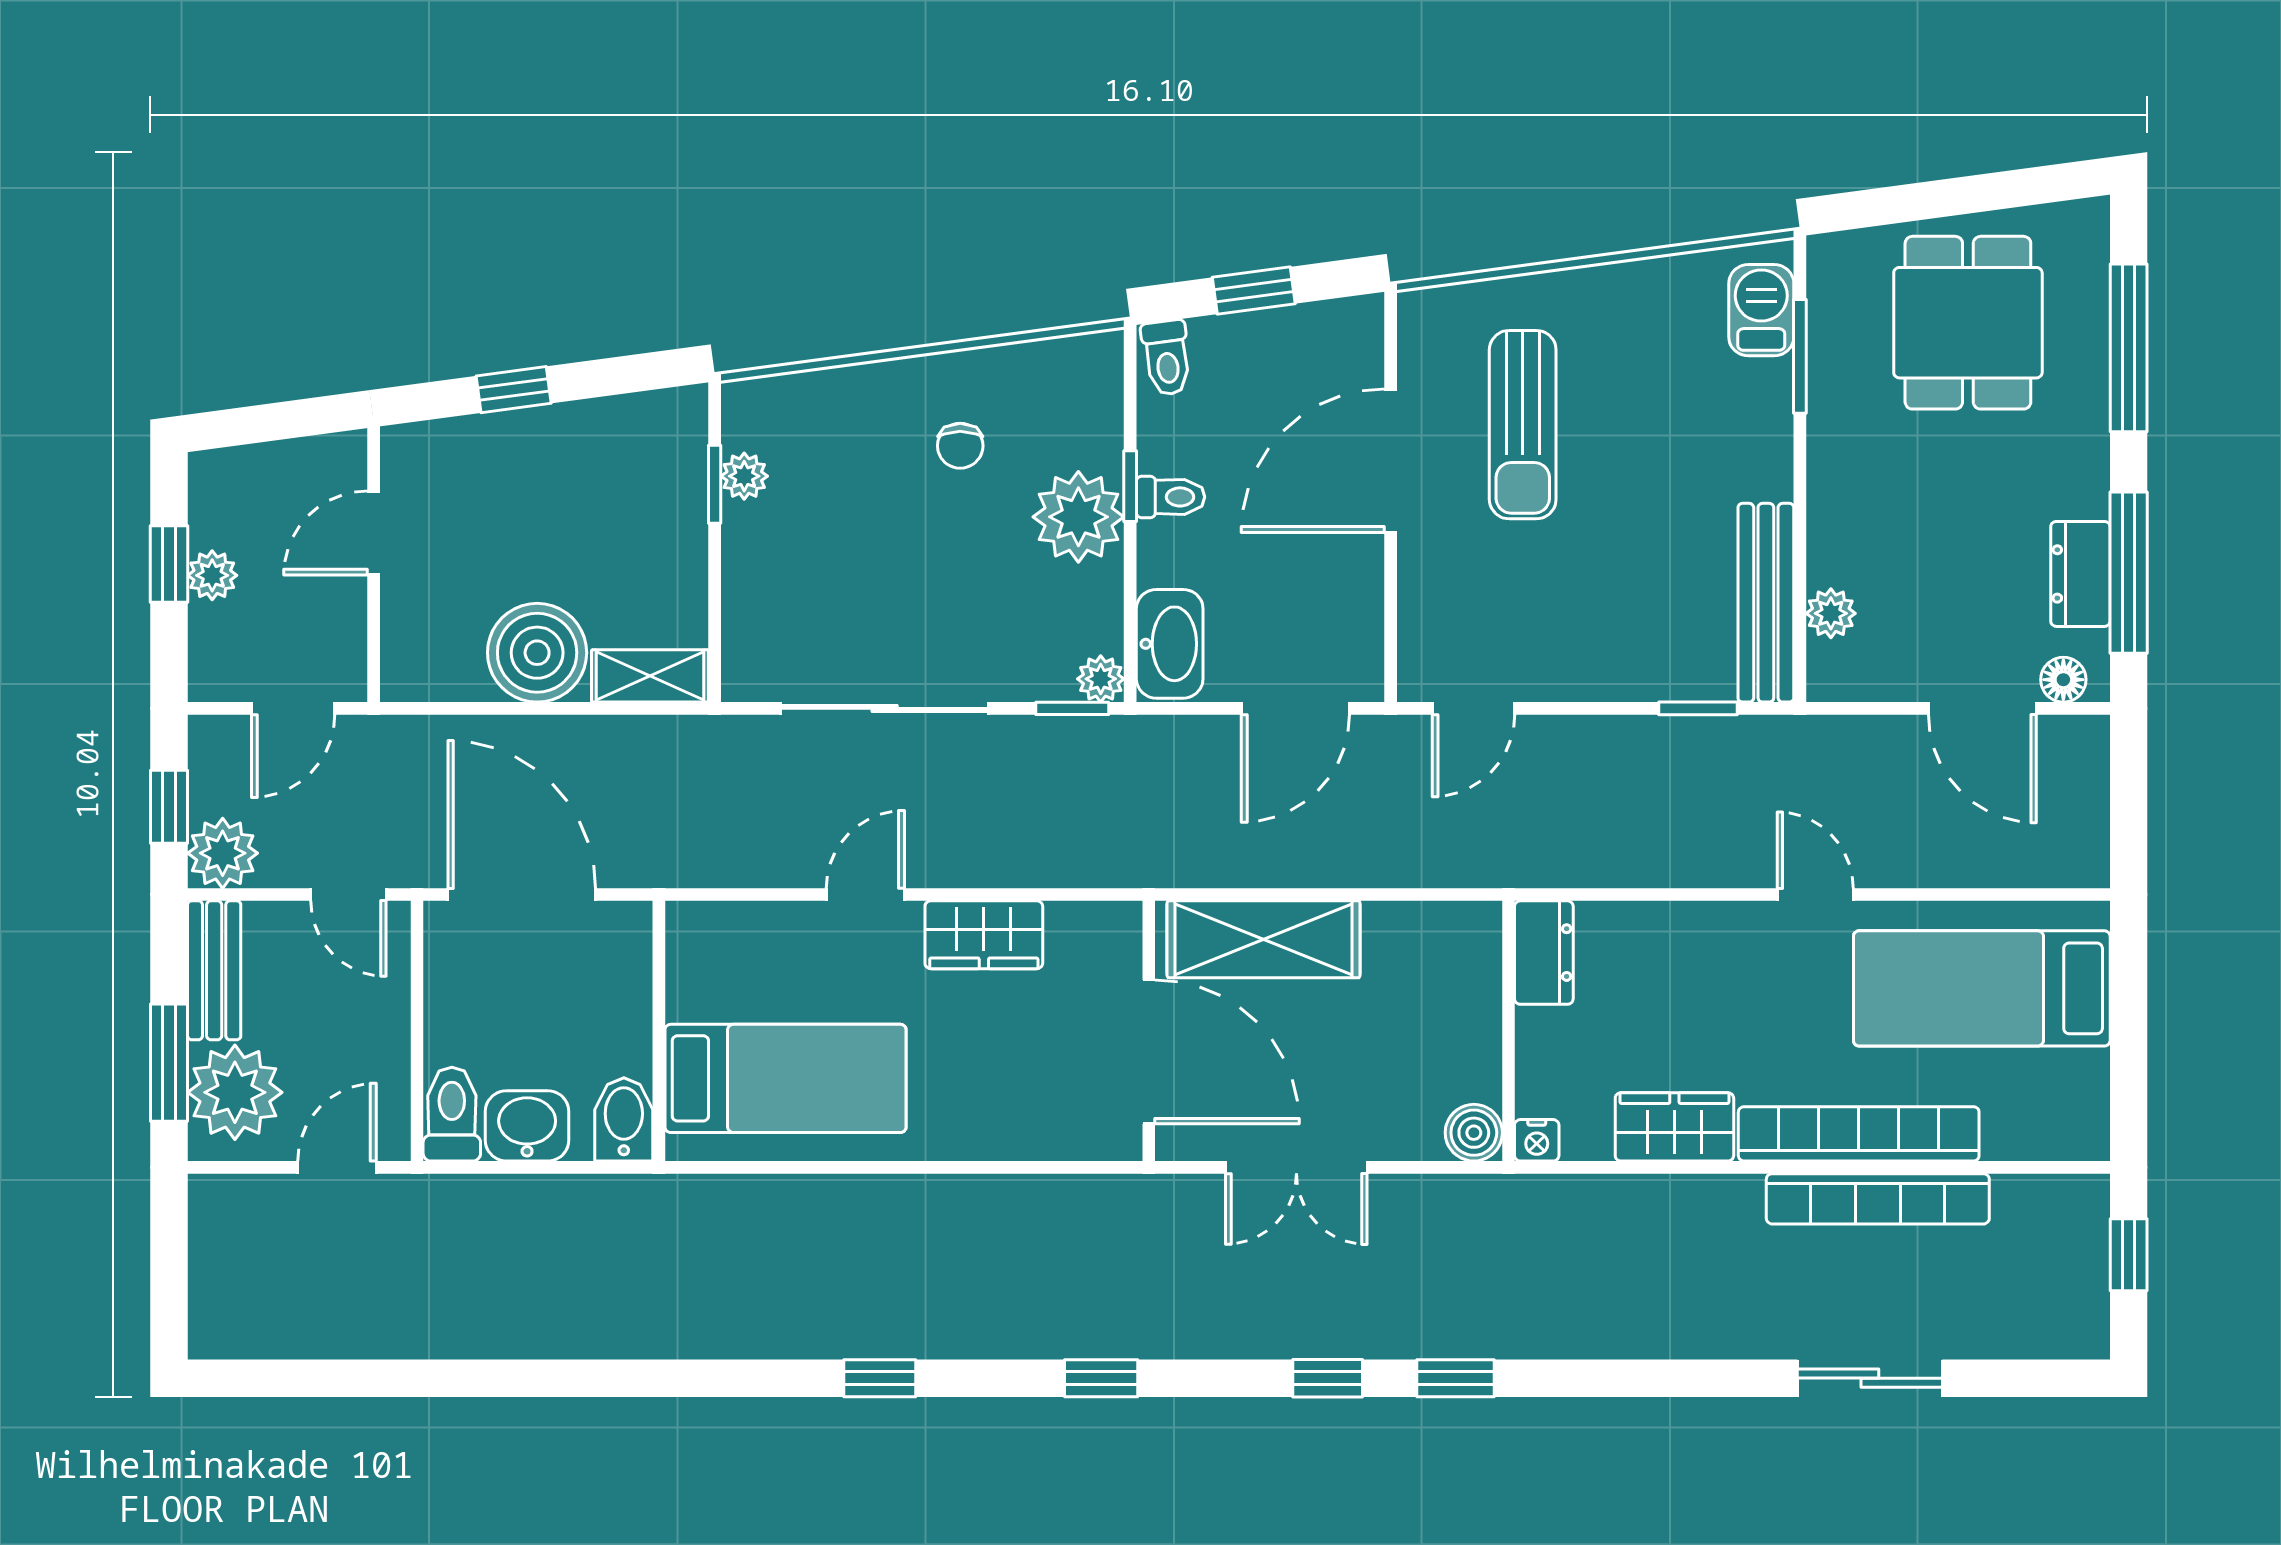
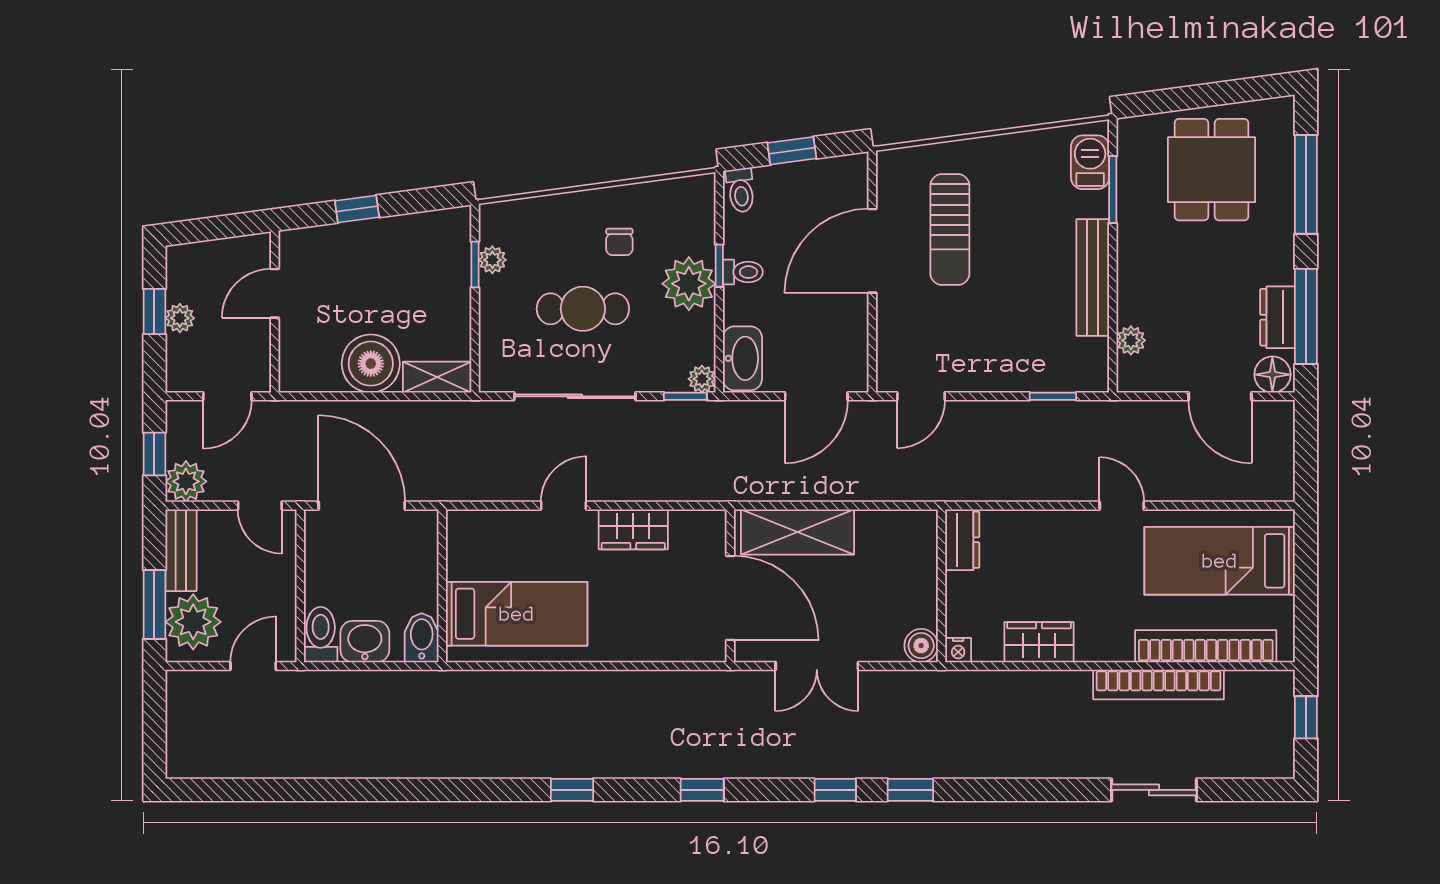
cafe table: (898, 559) -> (583, 309), added
bench: (1766, 603) -> (1093, 278), moved
floor lamp: (2063, 680) -> (1272, 375), width x1.37, depth x1.37
bookcase: (1859, 1134) -> (1206, 646), moved

